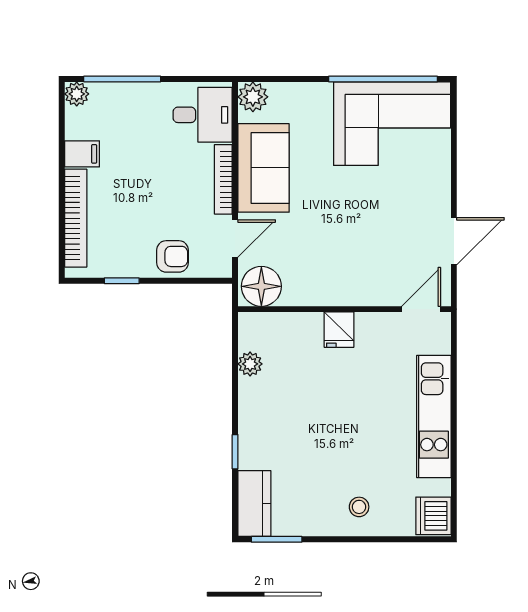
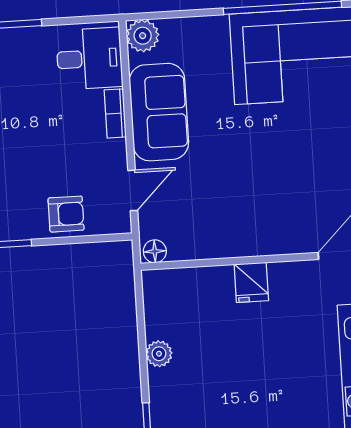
bookcase: (223, 179) -> (115, 113), width x0.64
floor lamp: (261, 286) -> (155, 251), width x0.53, depth x0.53
plant: (250, 364) -> (159, 354), moved

